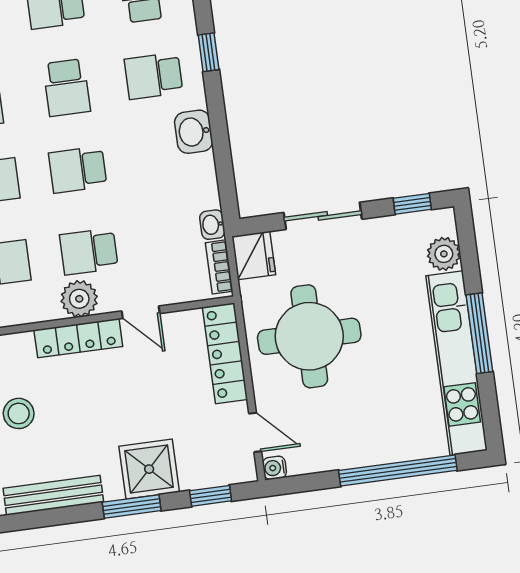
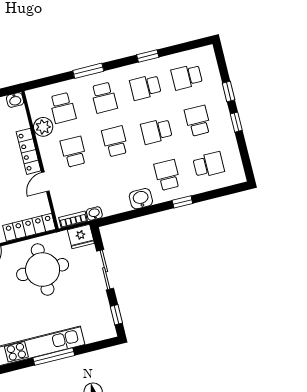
plant: (444, 254) -> (92, 334), removed
plant: (79, 299) -> (43, 127), moved

